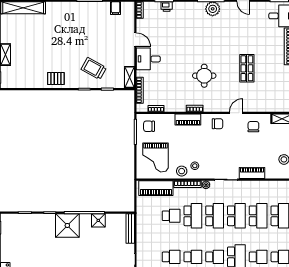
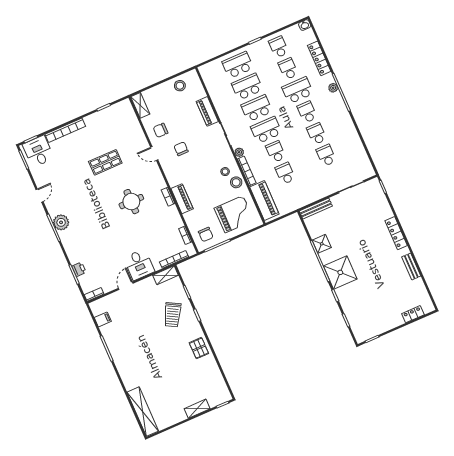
chair: (217, 124) -> (181, 149), moved
school desk: (193, 216) -> (276, 152), width x0.54

